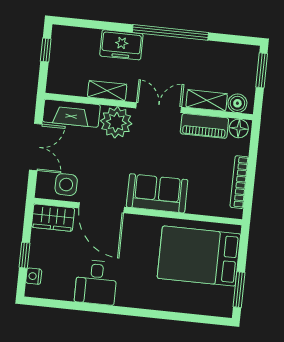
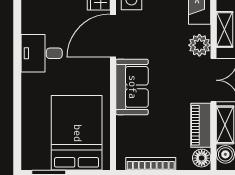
plant: (116, 122) -> (199, 45), width x0.73, depth x0.73
desk: (96, 282) -> (42, 53), moved

